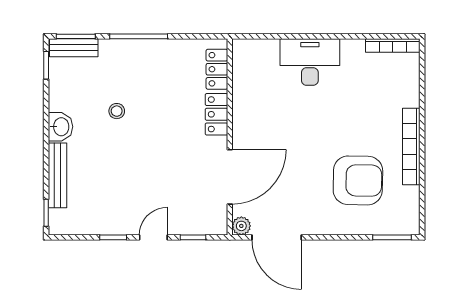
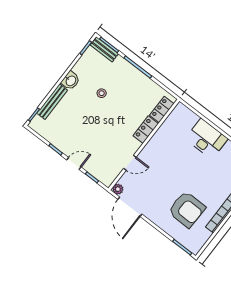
door: (230, 177) -> (130, 163), width x0.53

